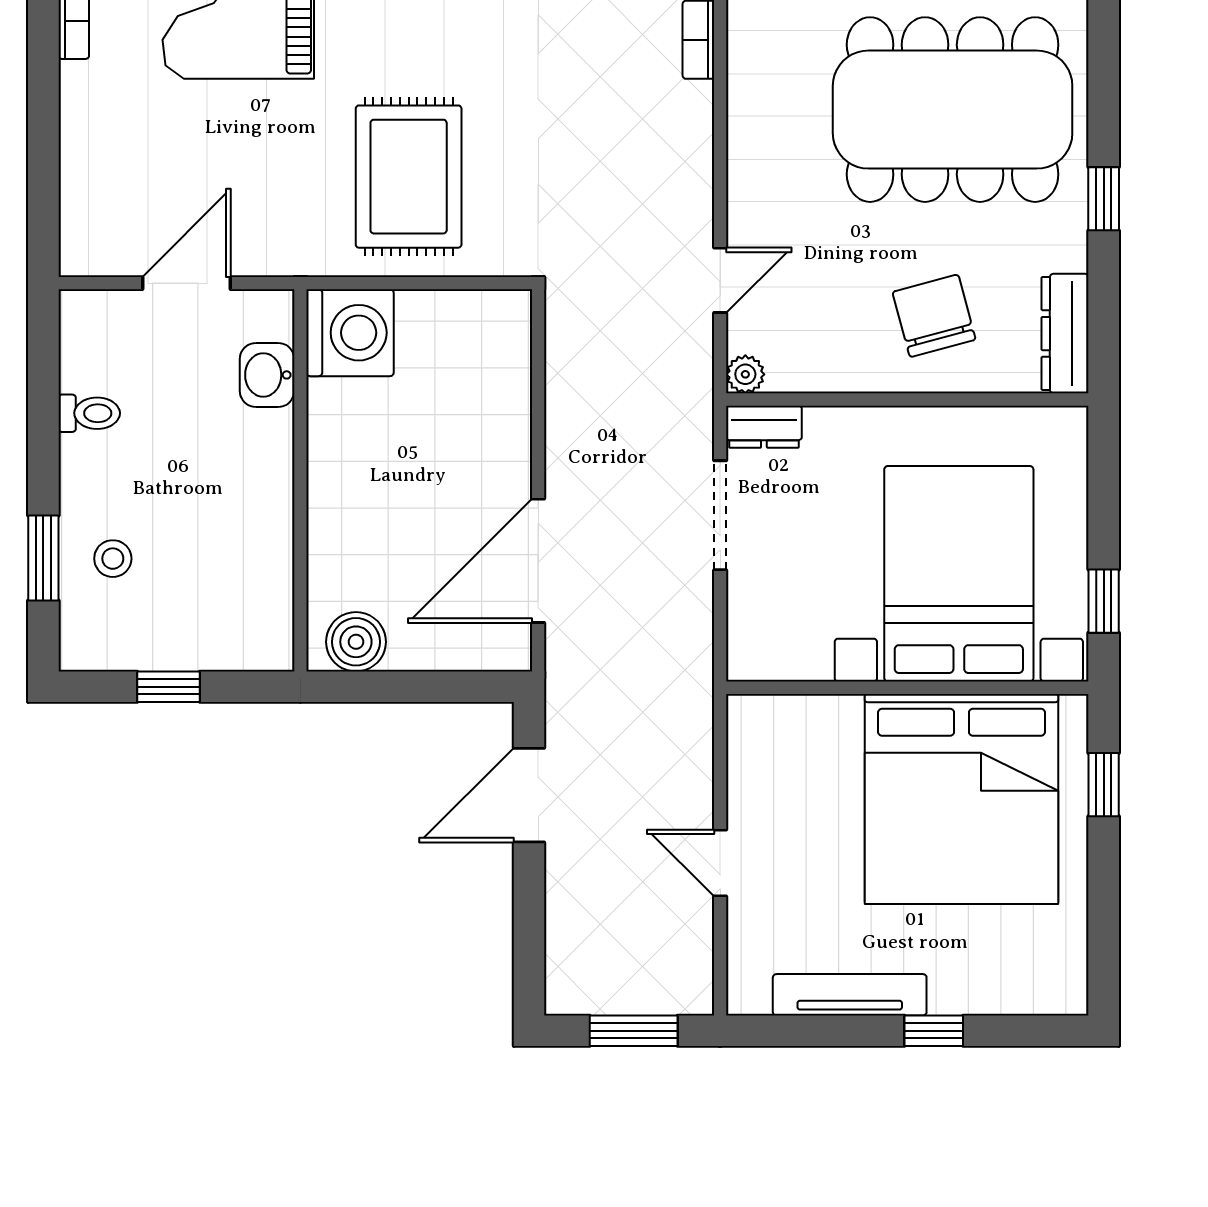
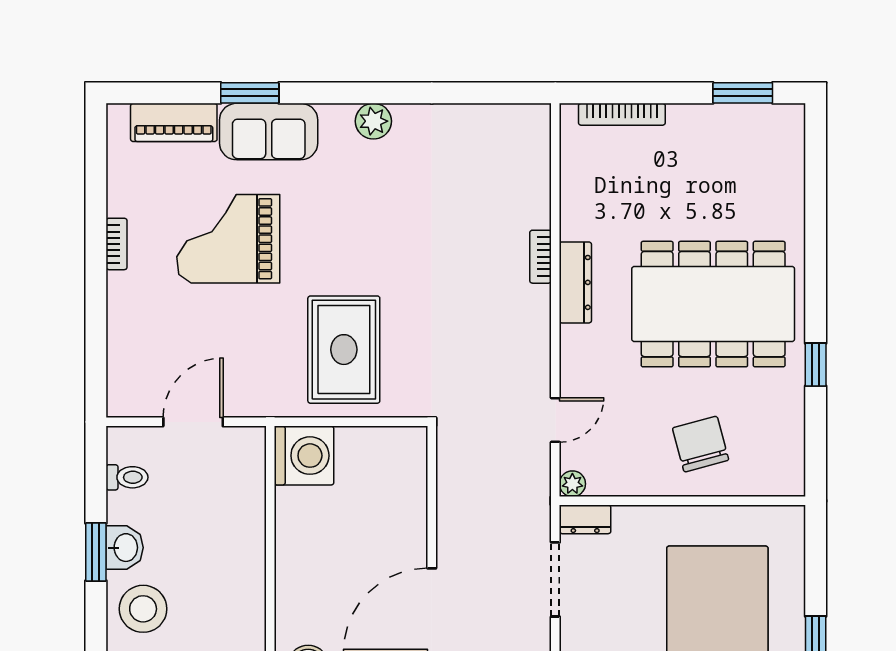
dresser: (1065, 334) -> (575, 282), moved, turned 180
washbasin: (267, 375) -> (125, 548), moved, turned 180
toilet: (89, 413) -> (127, 477), moved
window: (43, 558) -> (96, 552), moved
stool: (113, 559) -> (143, 609), width x1.89, depth x1.89

